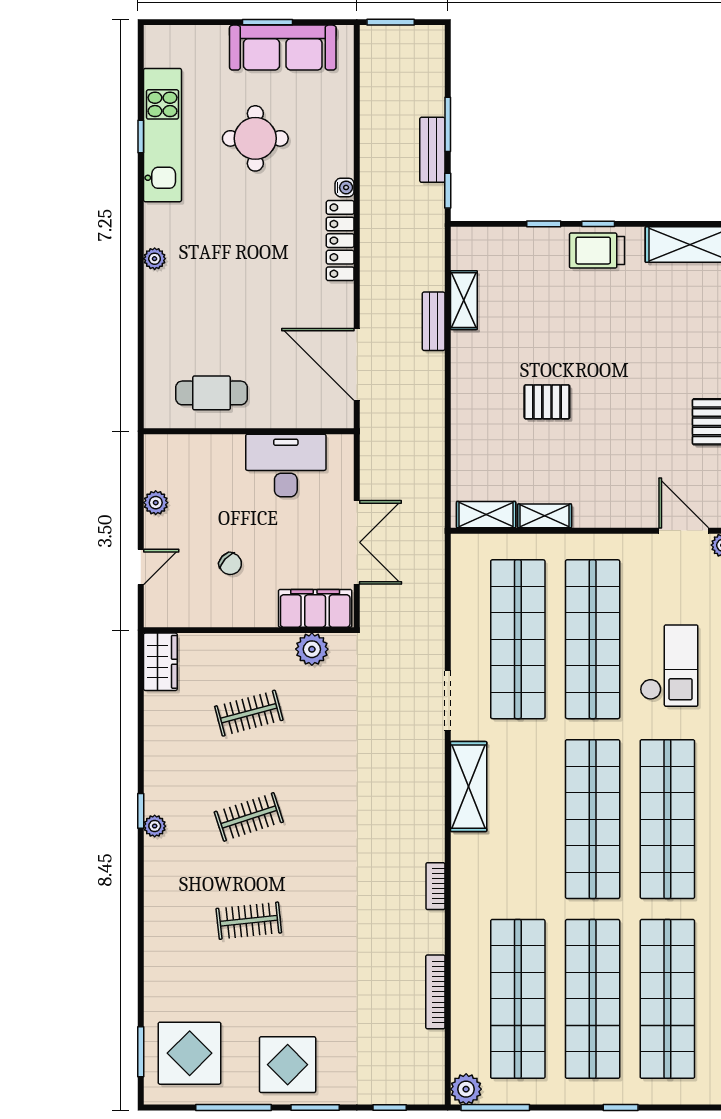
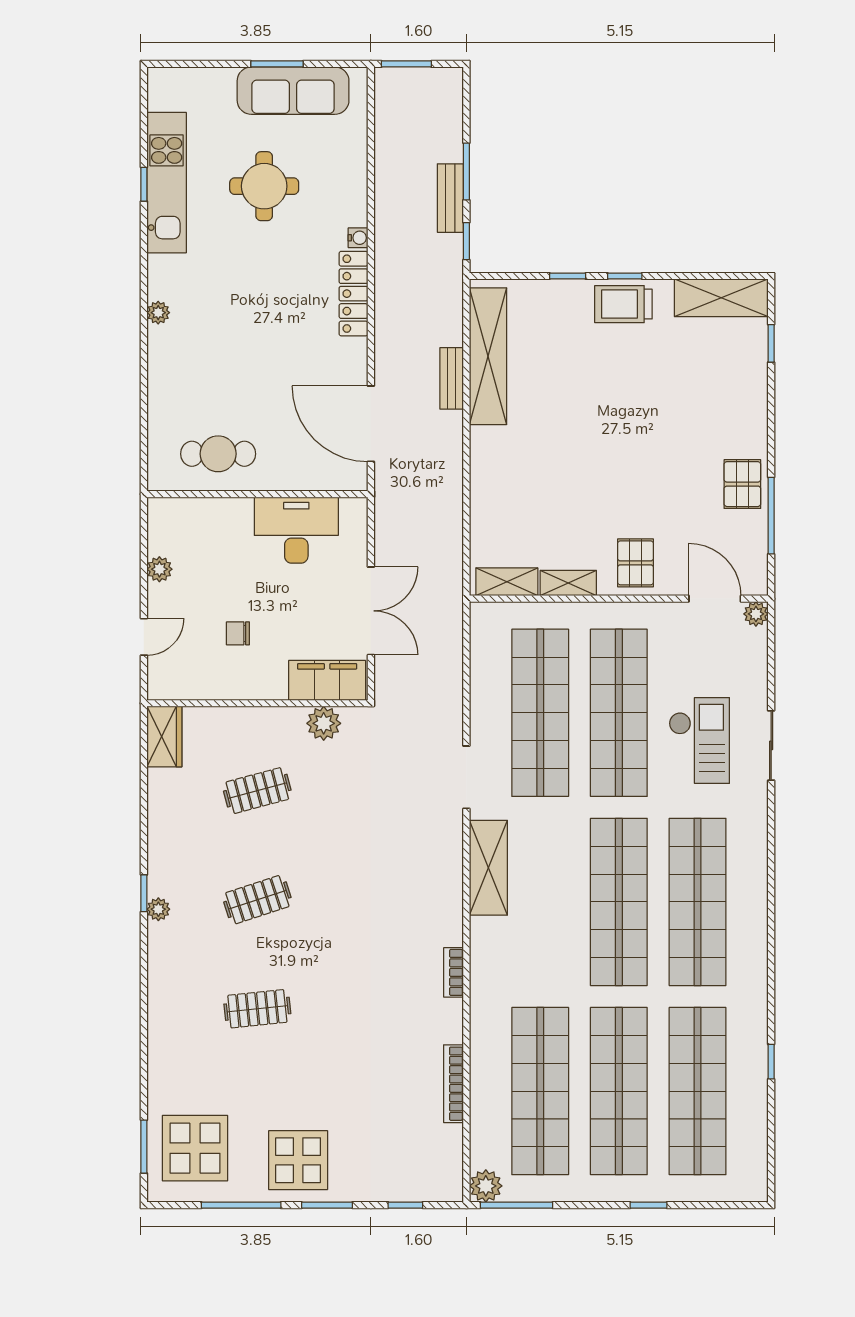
shelving: (464, 300) -> (488, 356), width x2.20, depth x1.33
pallet: (547, 402) -> (636, 563), moved, turned 90
chair: (230, 564) -> (238, 633), turned 137

